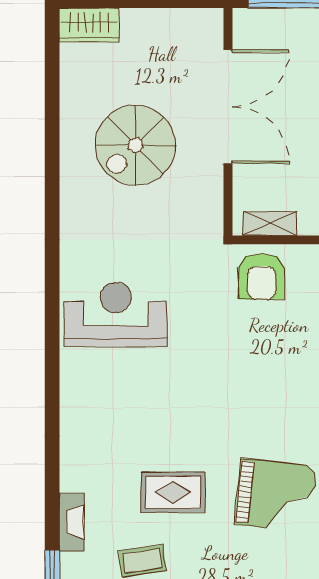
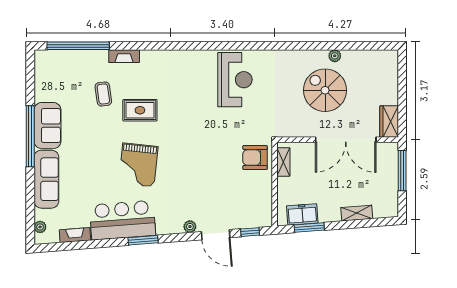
wardrobe: (89, 25) -> (389, 122), moved
plant: (71, 127) -> (335, 56), added
rug: (173, 492) -> (140, 110), turned 90

